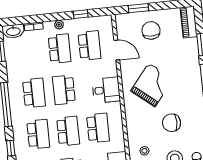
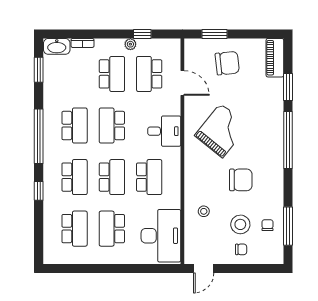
plant: (59, 25) -> (130, 44), moved
chair: (151, 30) -> (227, 63), turned 84
school desk: (89, 46) -> (149, 74), turned 180
chair: (171, 123) -> (241, 180), turned 180

